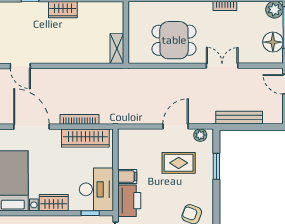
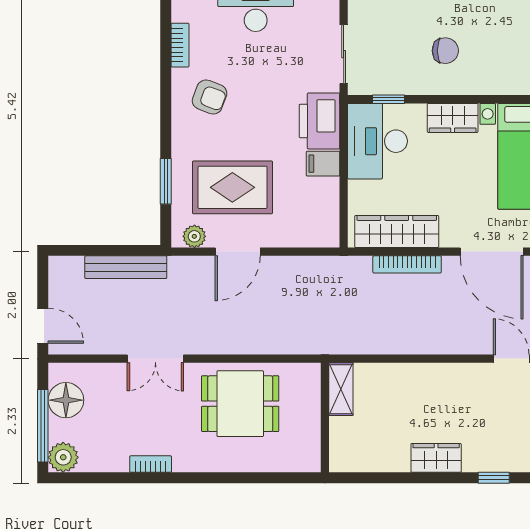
rug: (179, 163) -> (232, 187), width x1.36, depth x1.43

